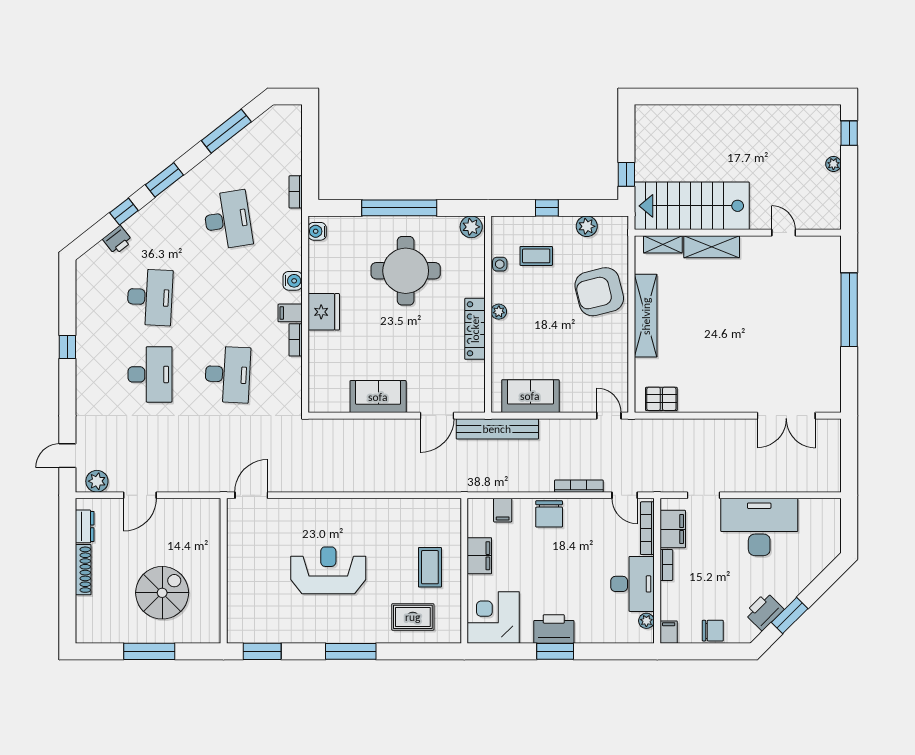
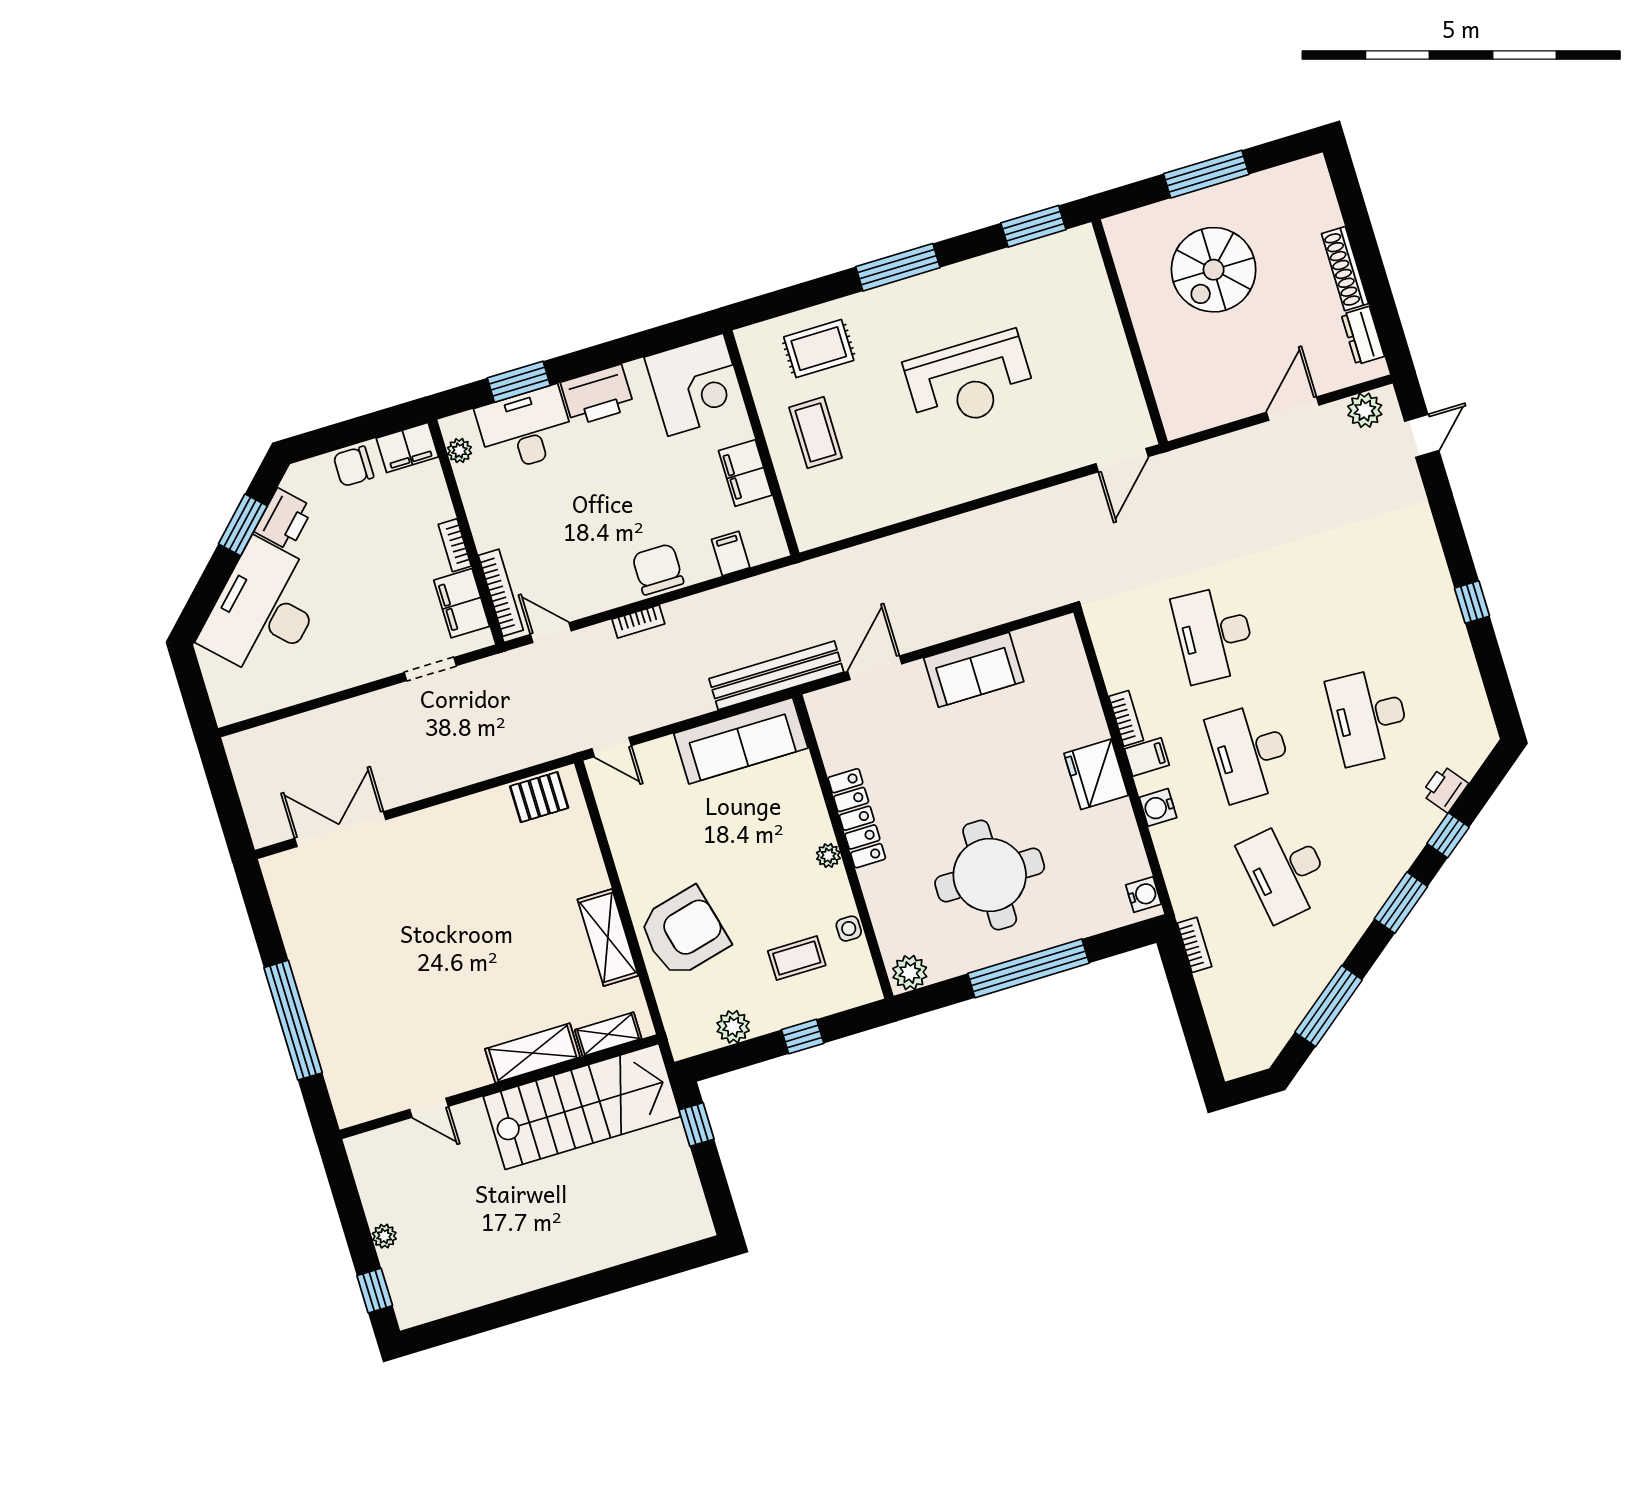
shelving: (646, 316) -> (608, 937), width x0.68
desk: (150, 374) -> (1250, 752), moved
sofa: (530, 396) -> (741, 741), width x1.36
bookcase: (579, 486) -> (638, 622), width x0.64
desk: (759, 527) -> (264, 610), moved, turned 135
desk: (633, 584) -> (525, 429), moved, turned 90
filing cabinet: (669, 632) -> (407, 447), width x2.00
window: (555, 651) -> (519, 382), moved

